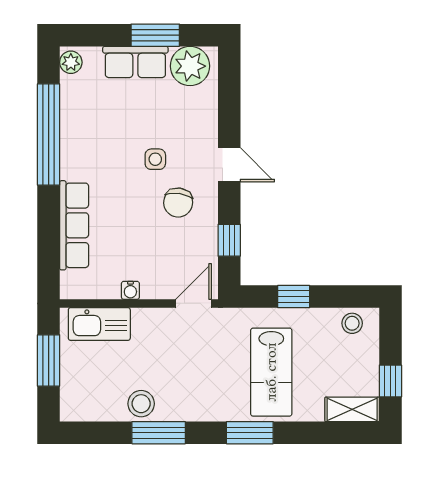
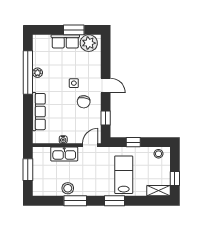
plant: (71, 62) -> (38, 73), moved
kitchen sink: (99, 324) -> (64, 154), moved
lab bench: (271, 372) -> (124, 175), turned 180

